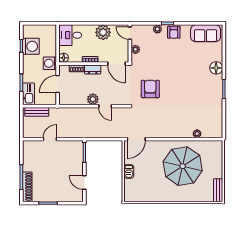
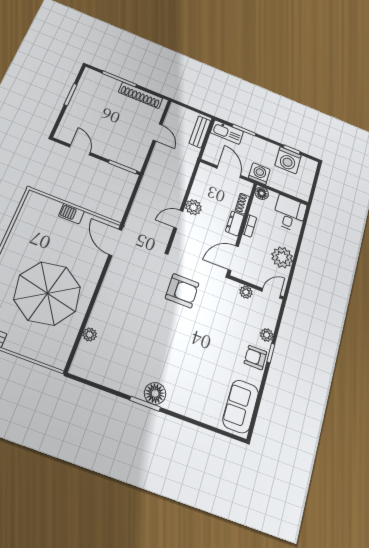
floor lamp: (216, 68) -> (155, 393), moved
door: (84, 183) -> (80, 150), hinge flipped
shoe rack: (27, 187) -> (141, 95), moved

